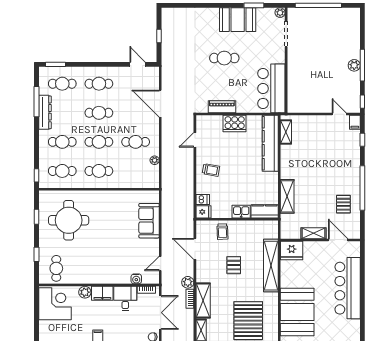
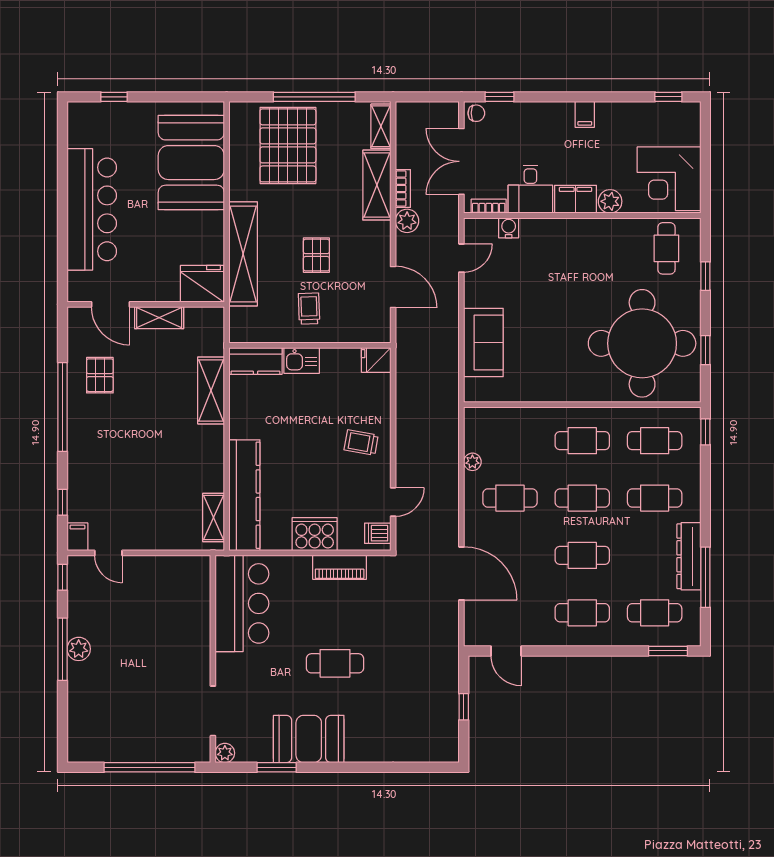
dishwasher: (203, 200) -> (378, 533), moved
round table: (69, 220) -> (642, 343), width x1.36, depth x1.36
trolley: (222, 232) -> (309, 309), moved

